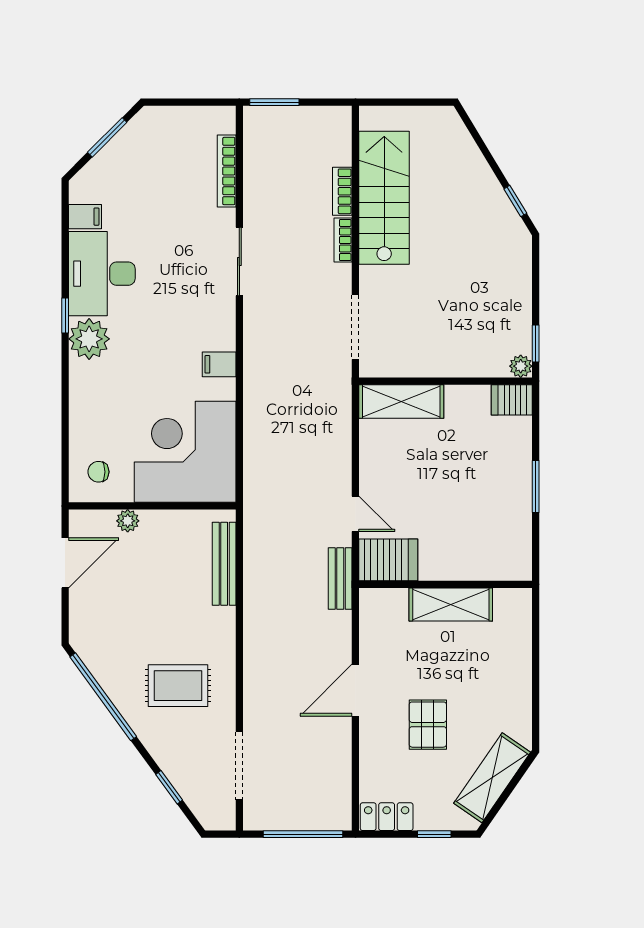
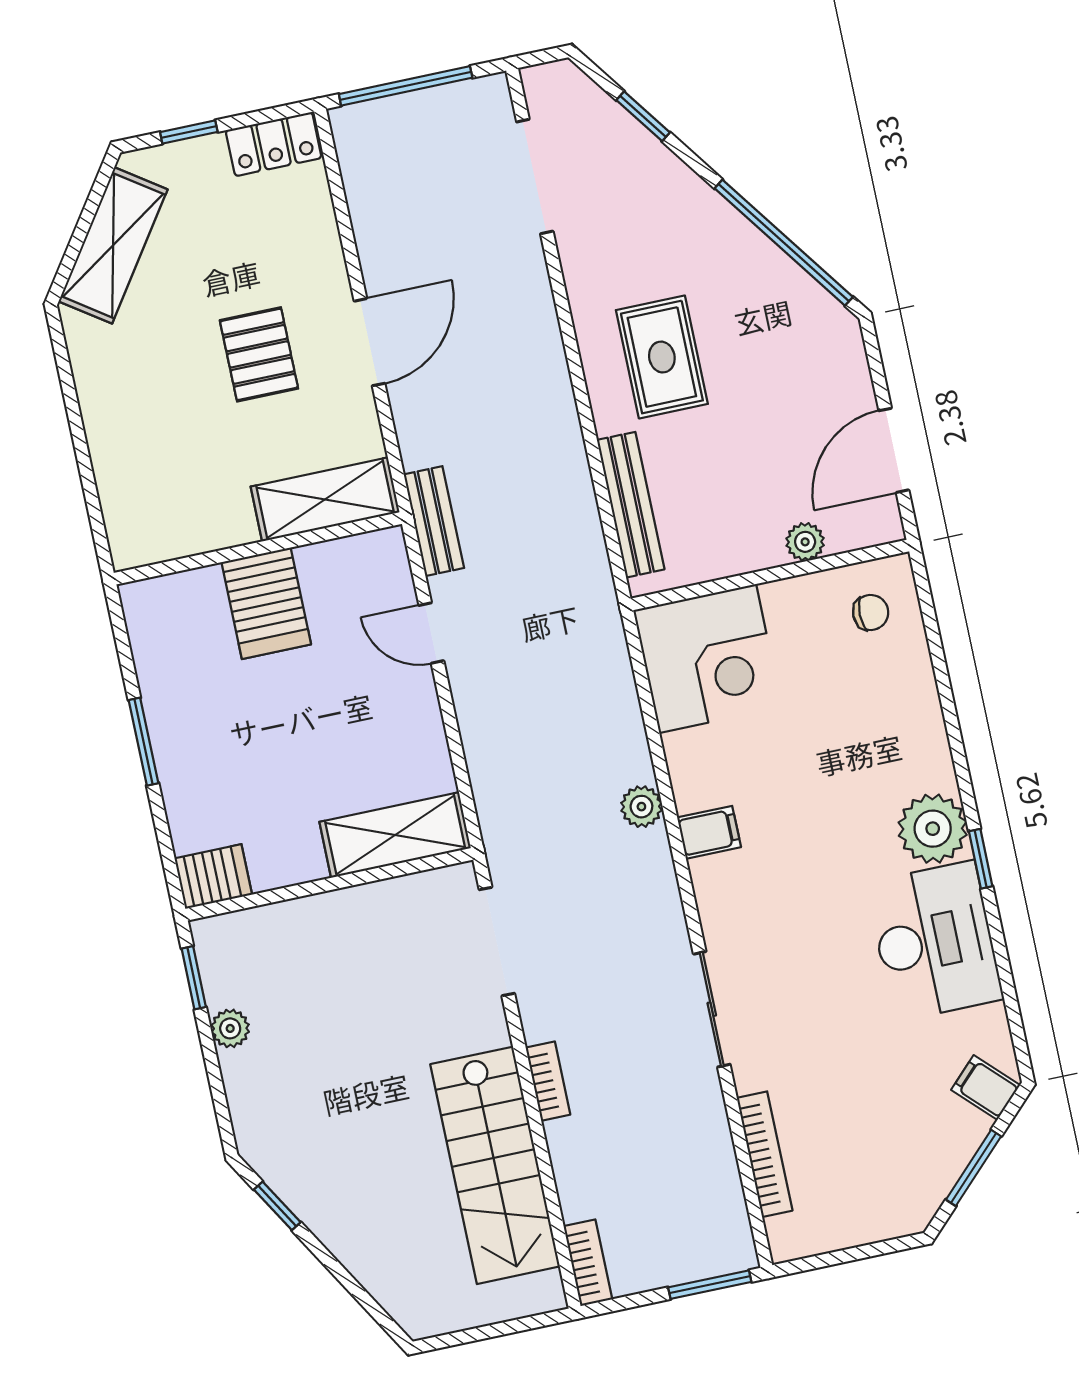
bookcase: (342, 191) -> (588, 1263), moved
filing cabinet: (85, 217) -> (986, 1088), moved, turned 45
plant: (521, 366) -> (230, 1028), moved
plant: (255, 388) -> (641, 807), added
corner desk: (185, 452) -> (708, 659), width x0.74, depth x0.74
server rack: (388, 560) -> (266, 603), moved, turned -90
shelving: (451, 604) -> (325, 499), moved
rug: (178, 686) -> (662, 357), moved, turned 90
pallet: (428, 725) -> (259, 354), moved

